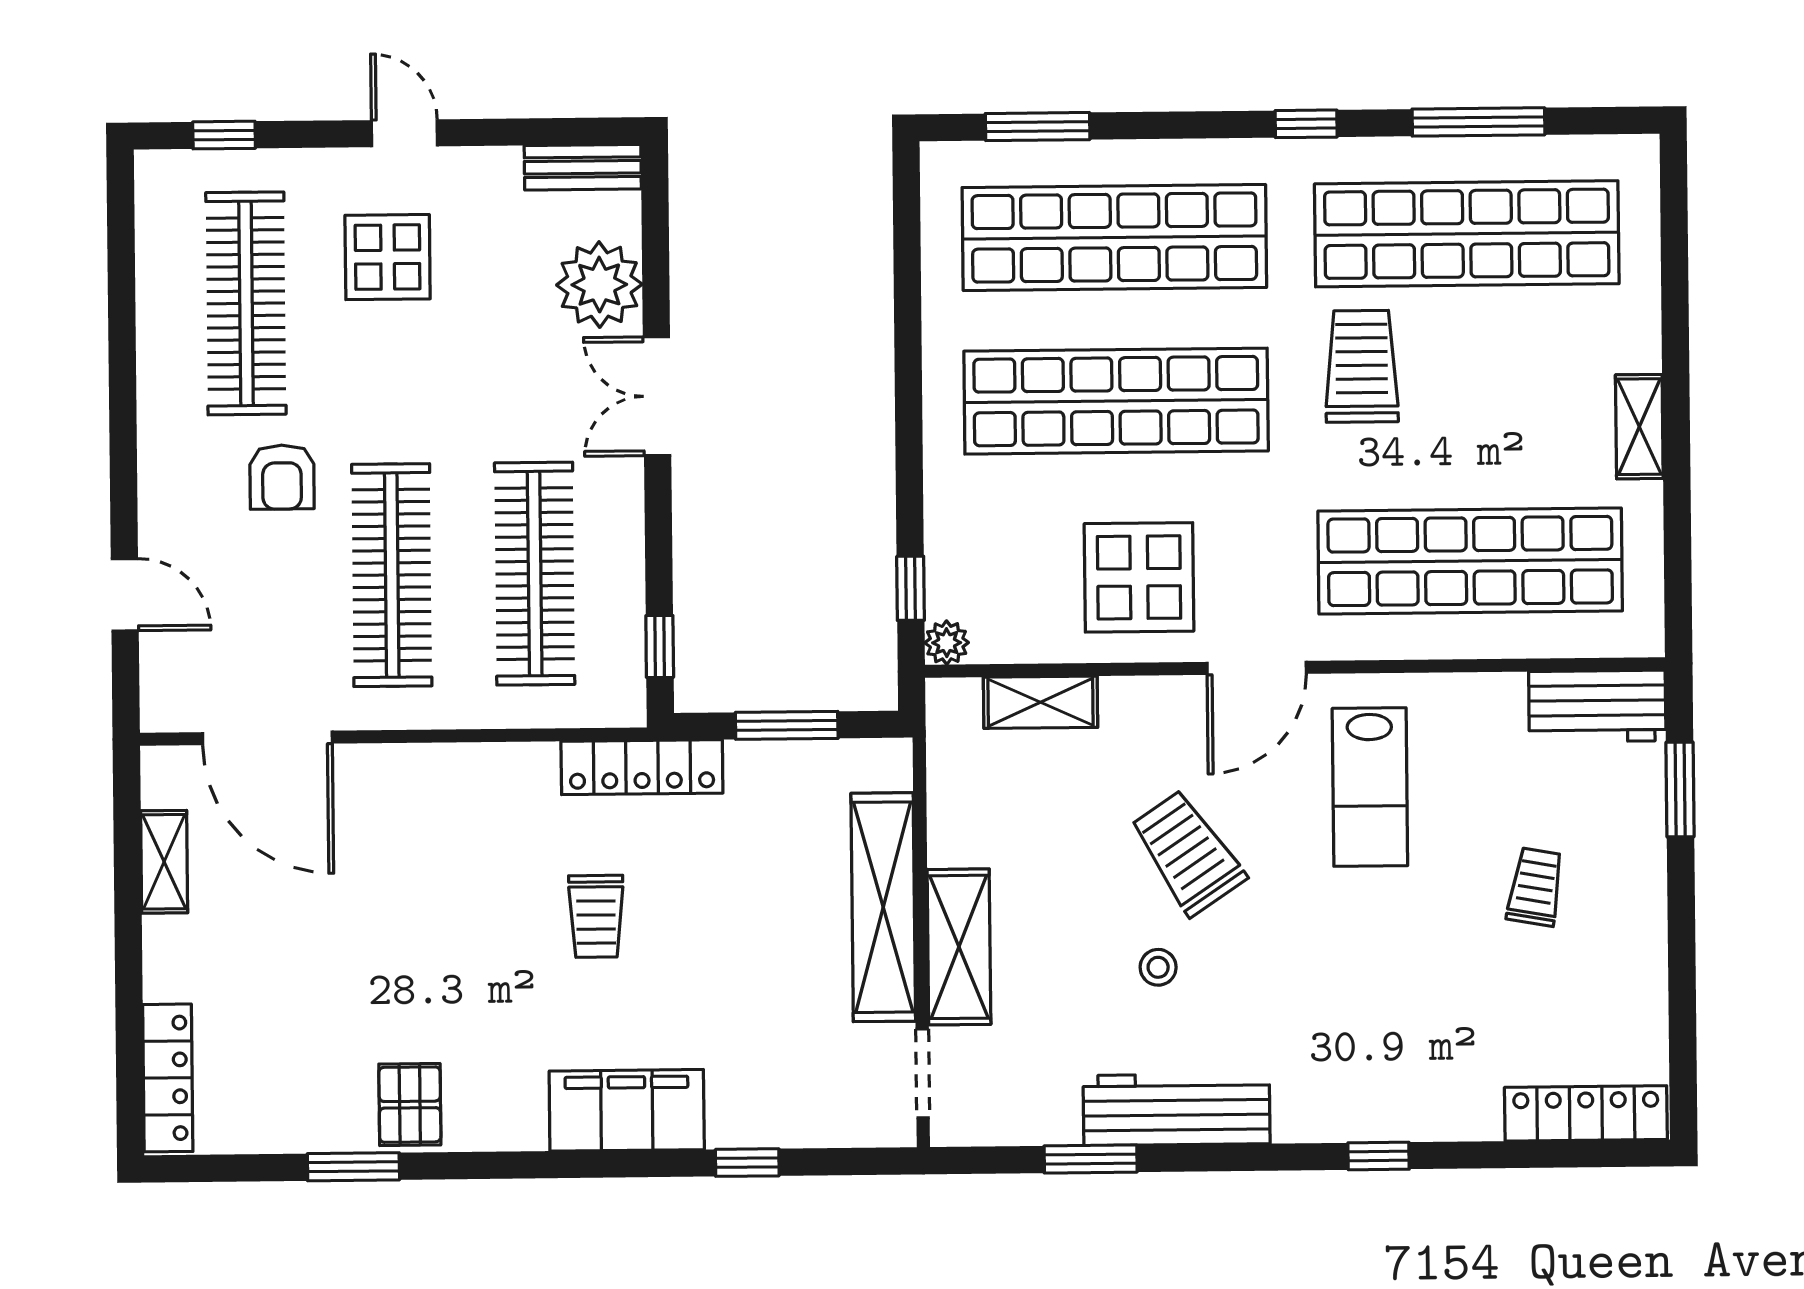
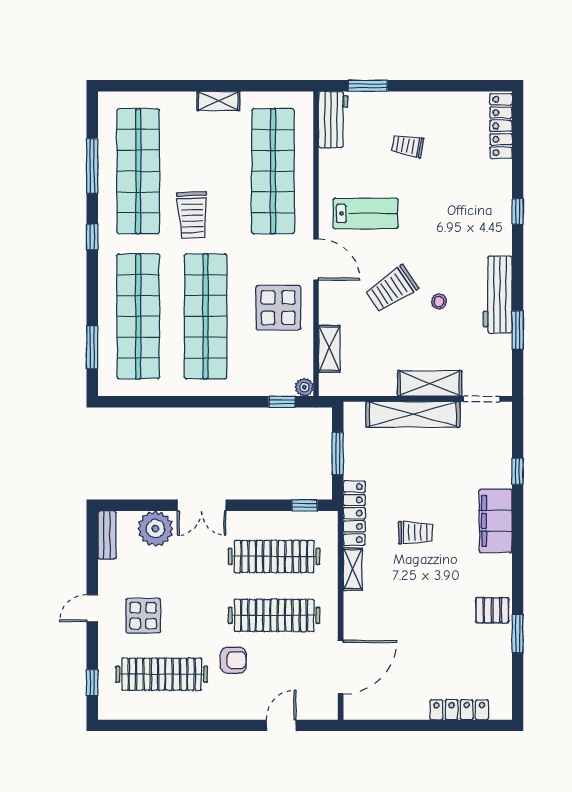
trolley: (1362, 366) -> (192, 215), turned -92
shelving: (164, 862) -> (353, 569), moved, turned 90
locker: (168, 1078) -> (459, 710), moved

